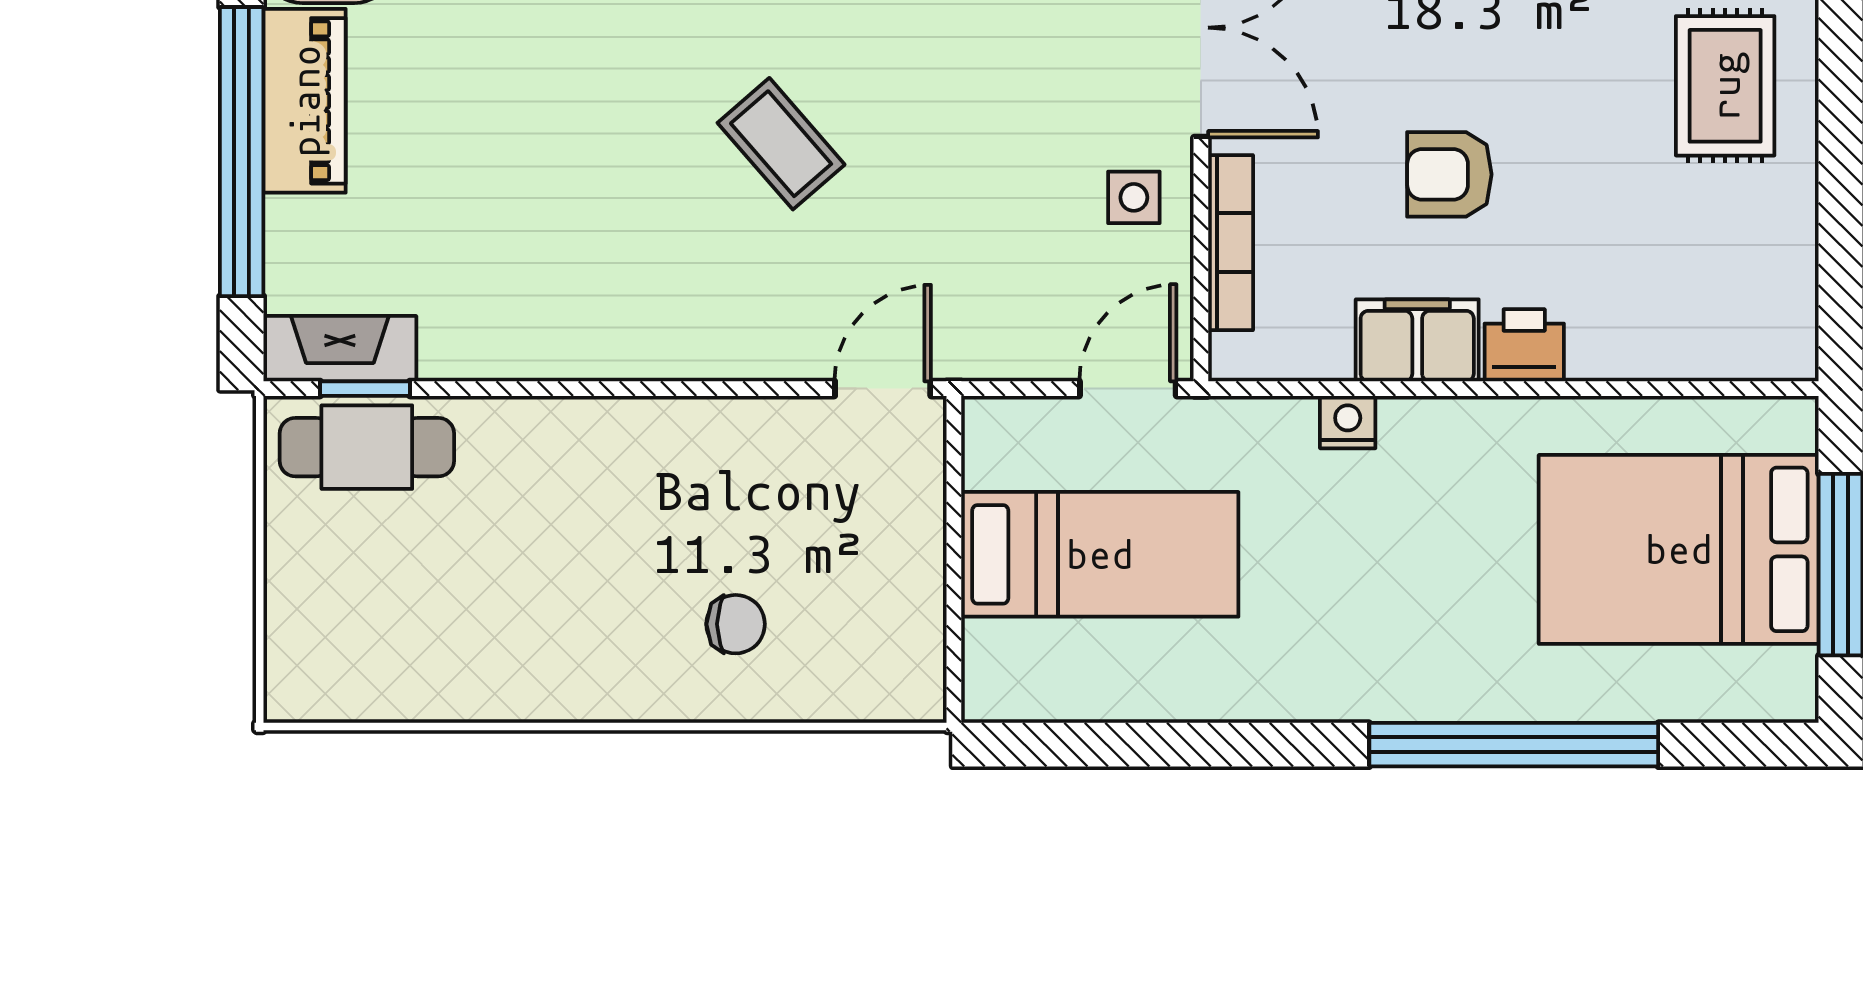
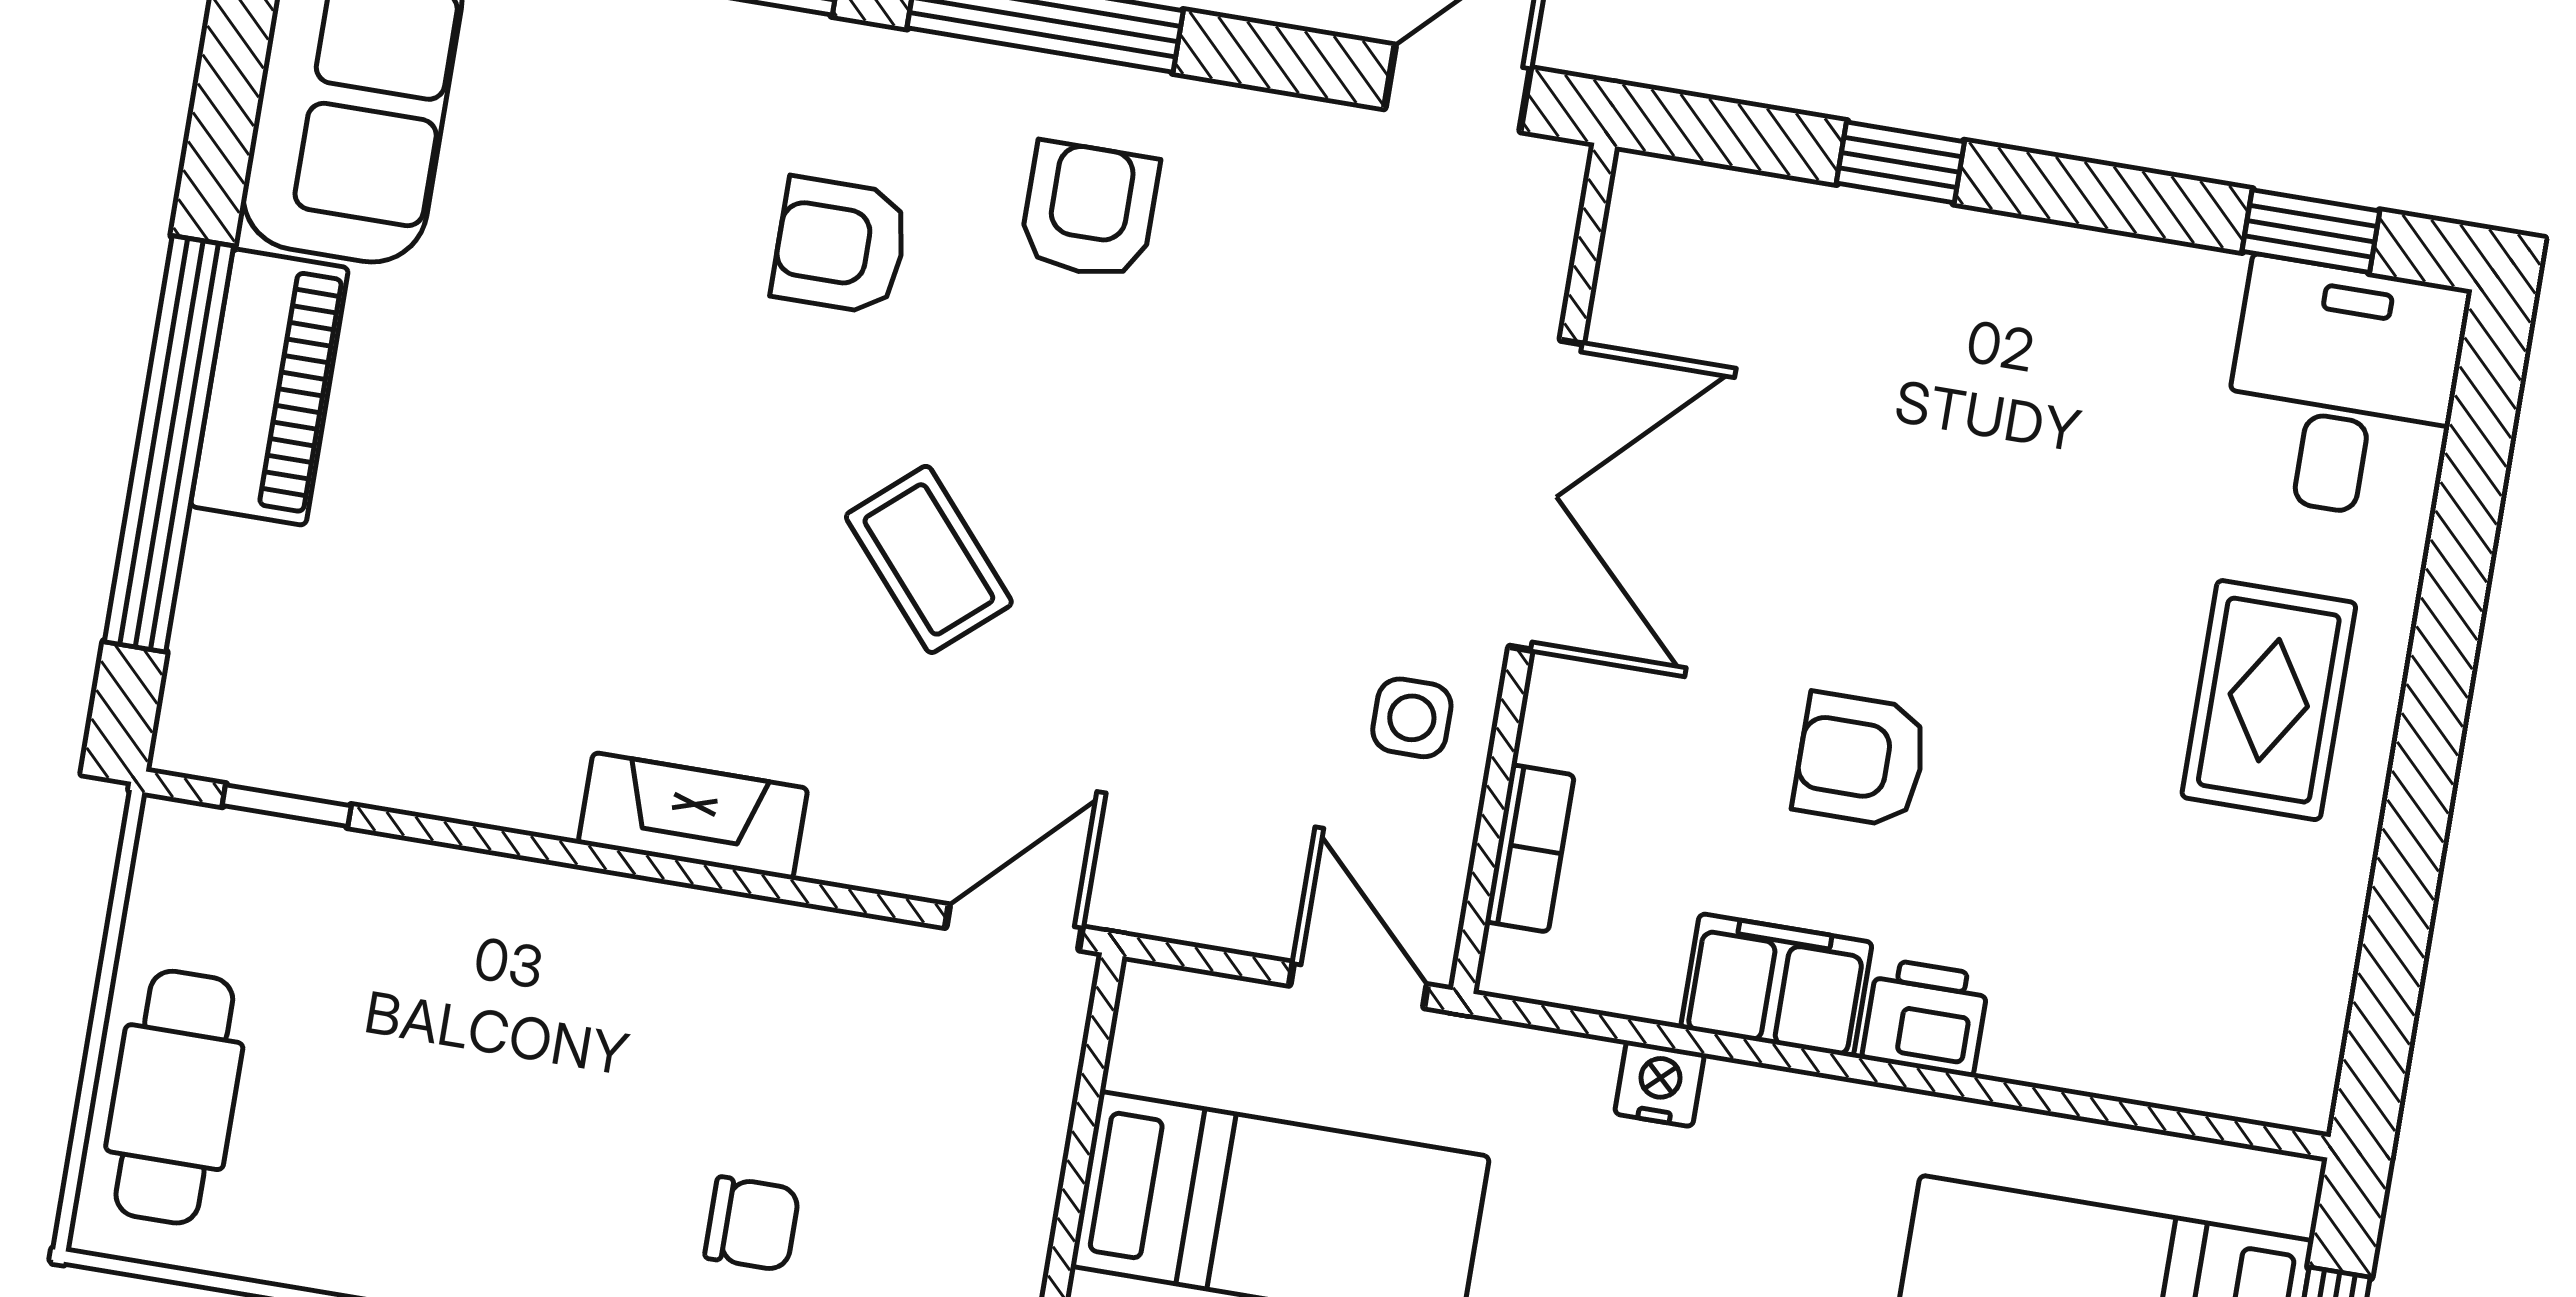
bookcase: (1231, 243) -> (1530, 848), width x0.64
fireplace: (340, 349) -> (693, 816), moved
door: (1128, 389) -> (1358, 985), hinge flipped
cafe table: (367, 447) -> (174, 1097), moved, turned 90

